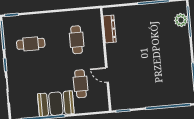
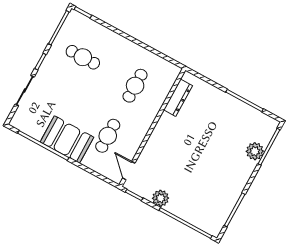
plant: (181, 20) -> (255, 151), moved
door: (107, 75) -> (129, 171), moved
plant: (141, 101) -> (161, 198), added

